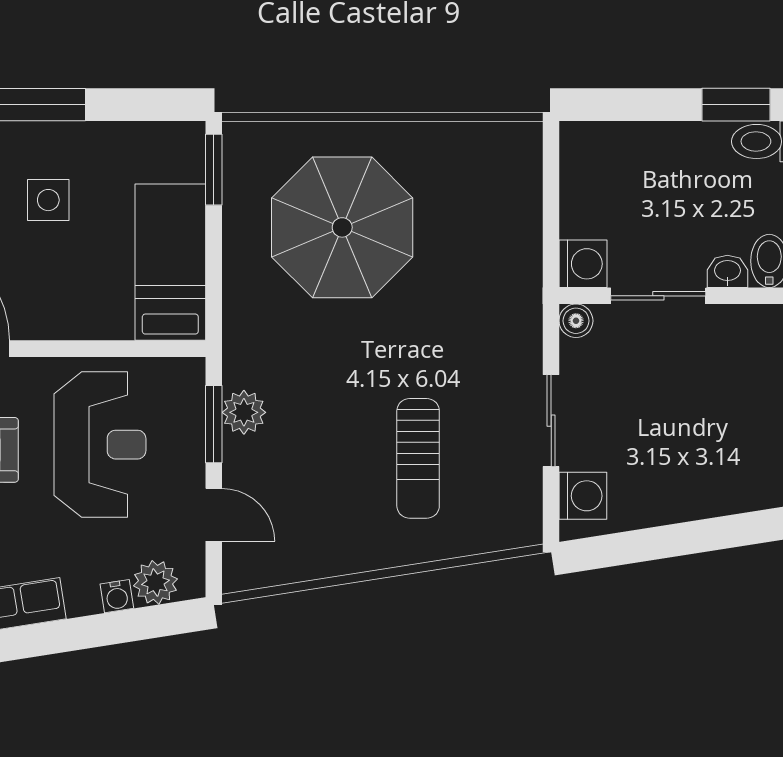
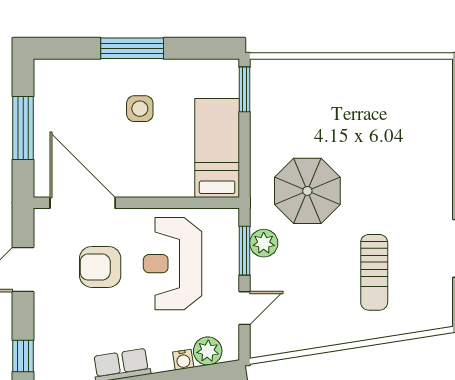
parasol: (342, 227) -> (307, 191), moved, width x0.73, depth x0.73
reception desk: (100, 445) -> (173, 264), turned 180
door: (214, 515) -> (245, 308), hinge flipped

